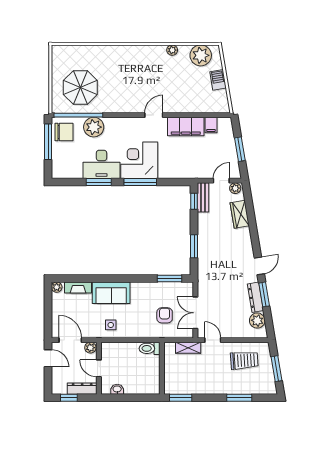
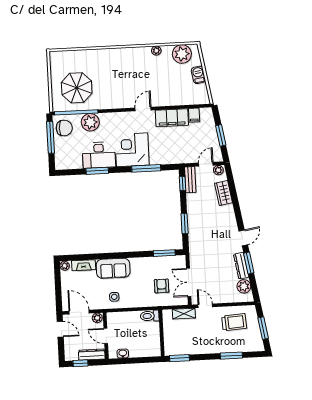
window: (140, 182) -> (146, 168), moved

